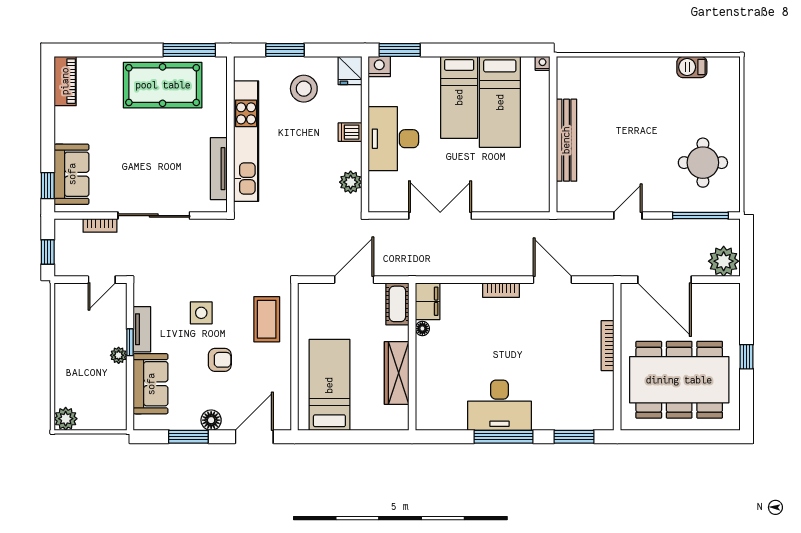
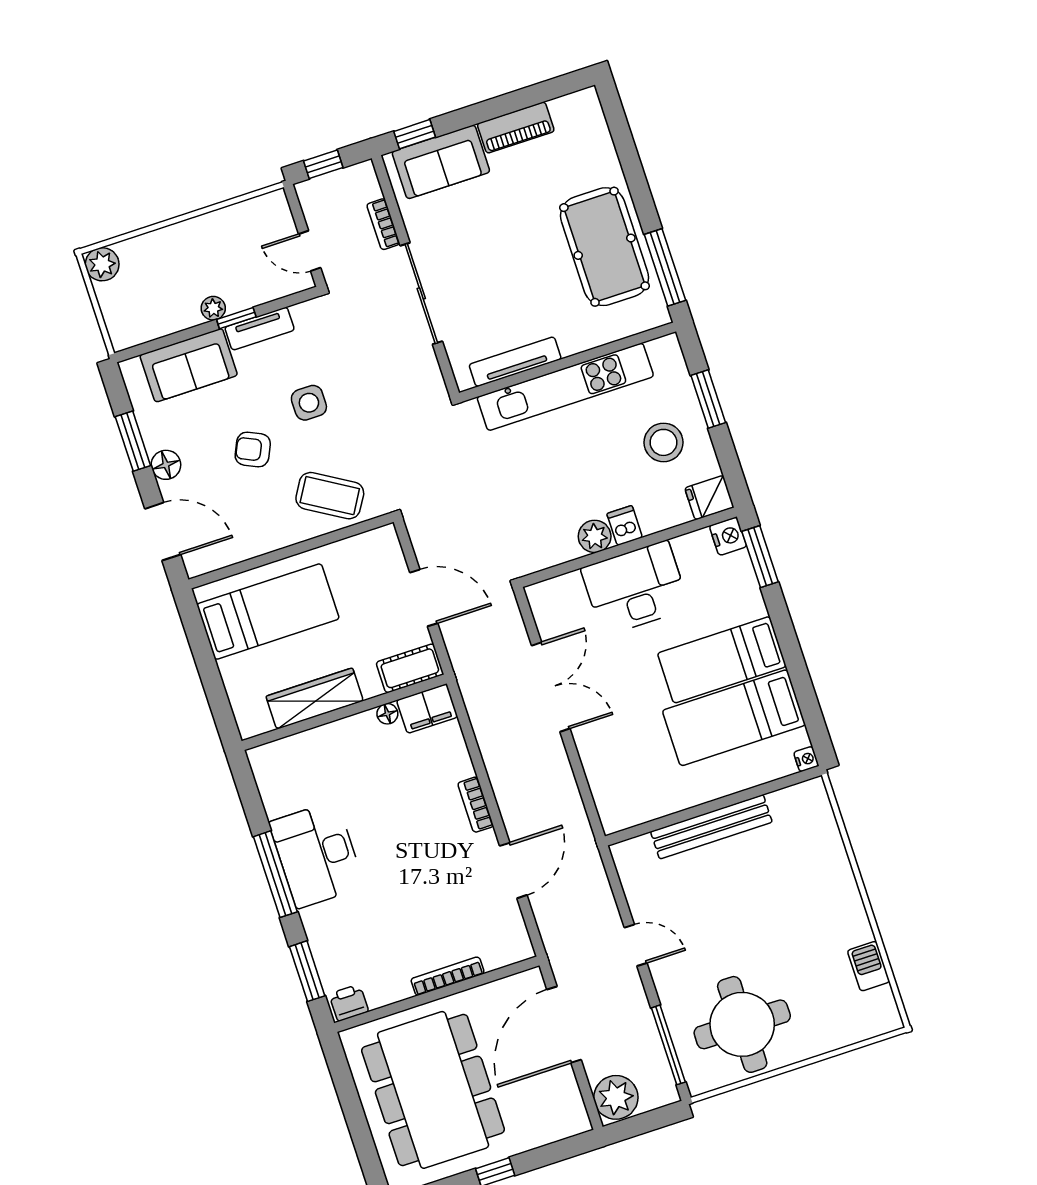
piano: (65, 81) -> (516, 128), moved
round table: (703, 163) -> (742, 1024), width x1.36, depth x1.36
plant: (351, 182) -> (595, 536), moved
coffee table: (267, 319) -> (330, 496), turned 31
armchair: (220, 360) -> (253, 450), turned 115
printer: (604, 416) -> (349, 1003), added

